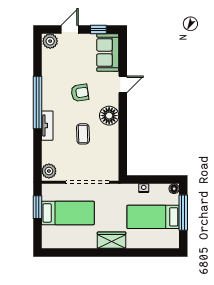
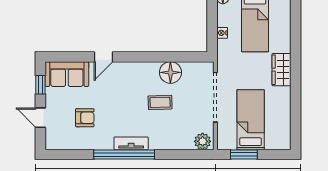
plant: (50, 41) -> (54, 140), removed
door: (123, 84) -> (103, 57), swing flipped
armchair: (80, 93) -> (85, 118), moved, turned 98
floor lamp: (109, 116) -> (170, 72), moved
tv unit: (47, 126) -> (131, 143), moved

